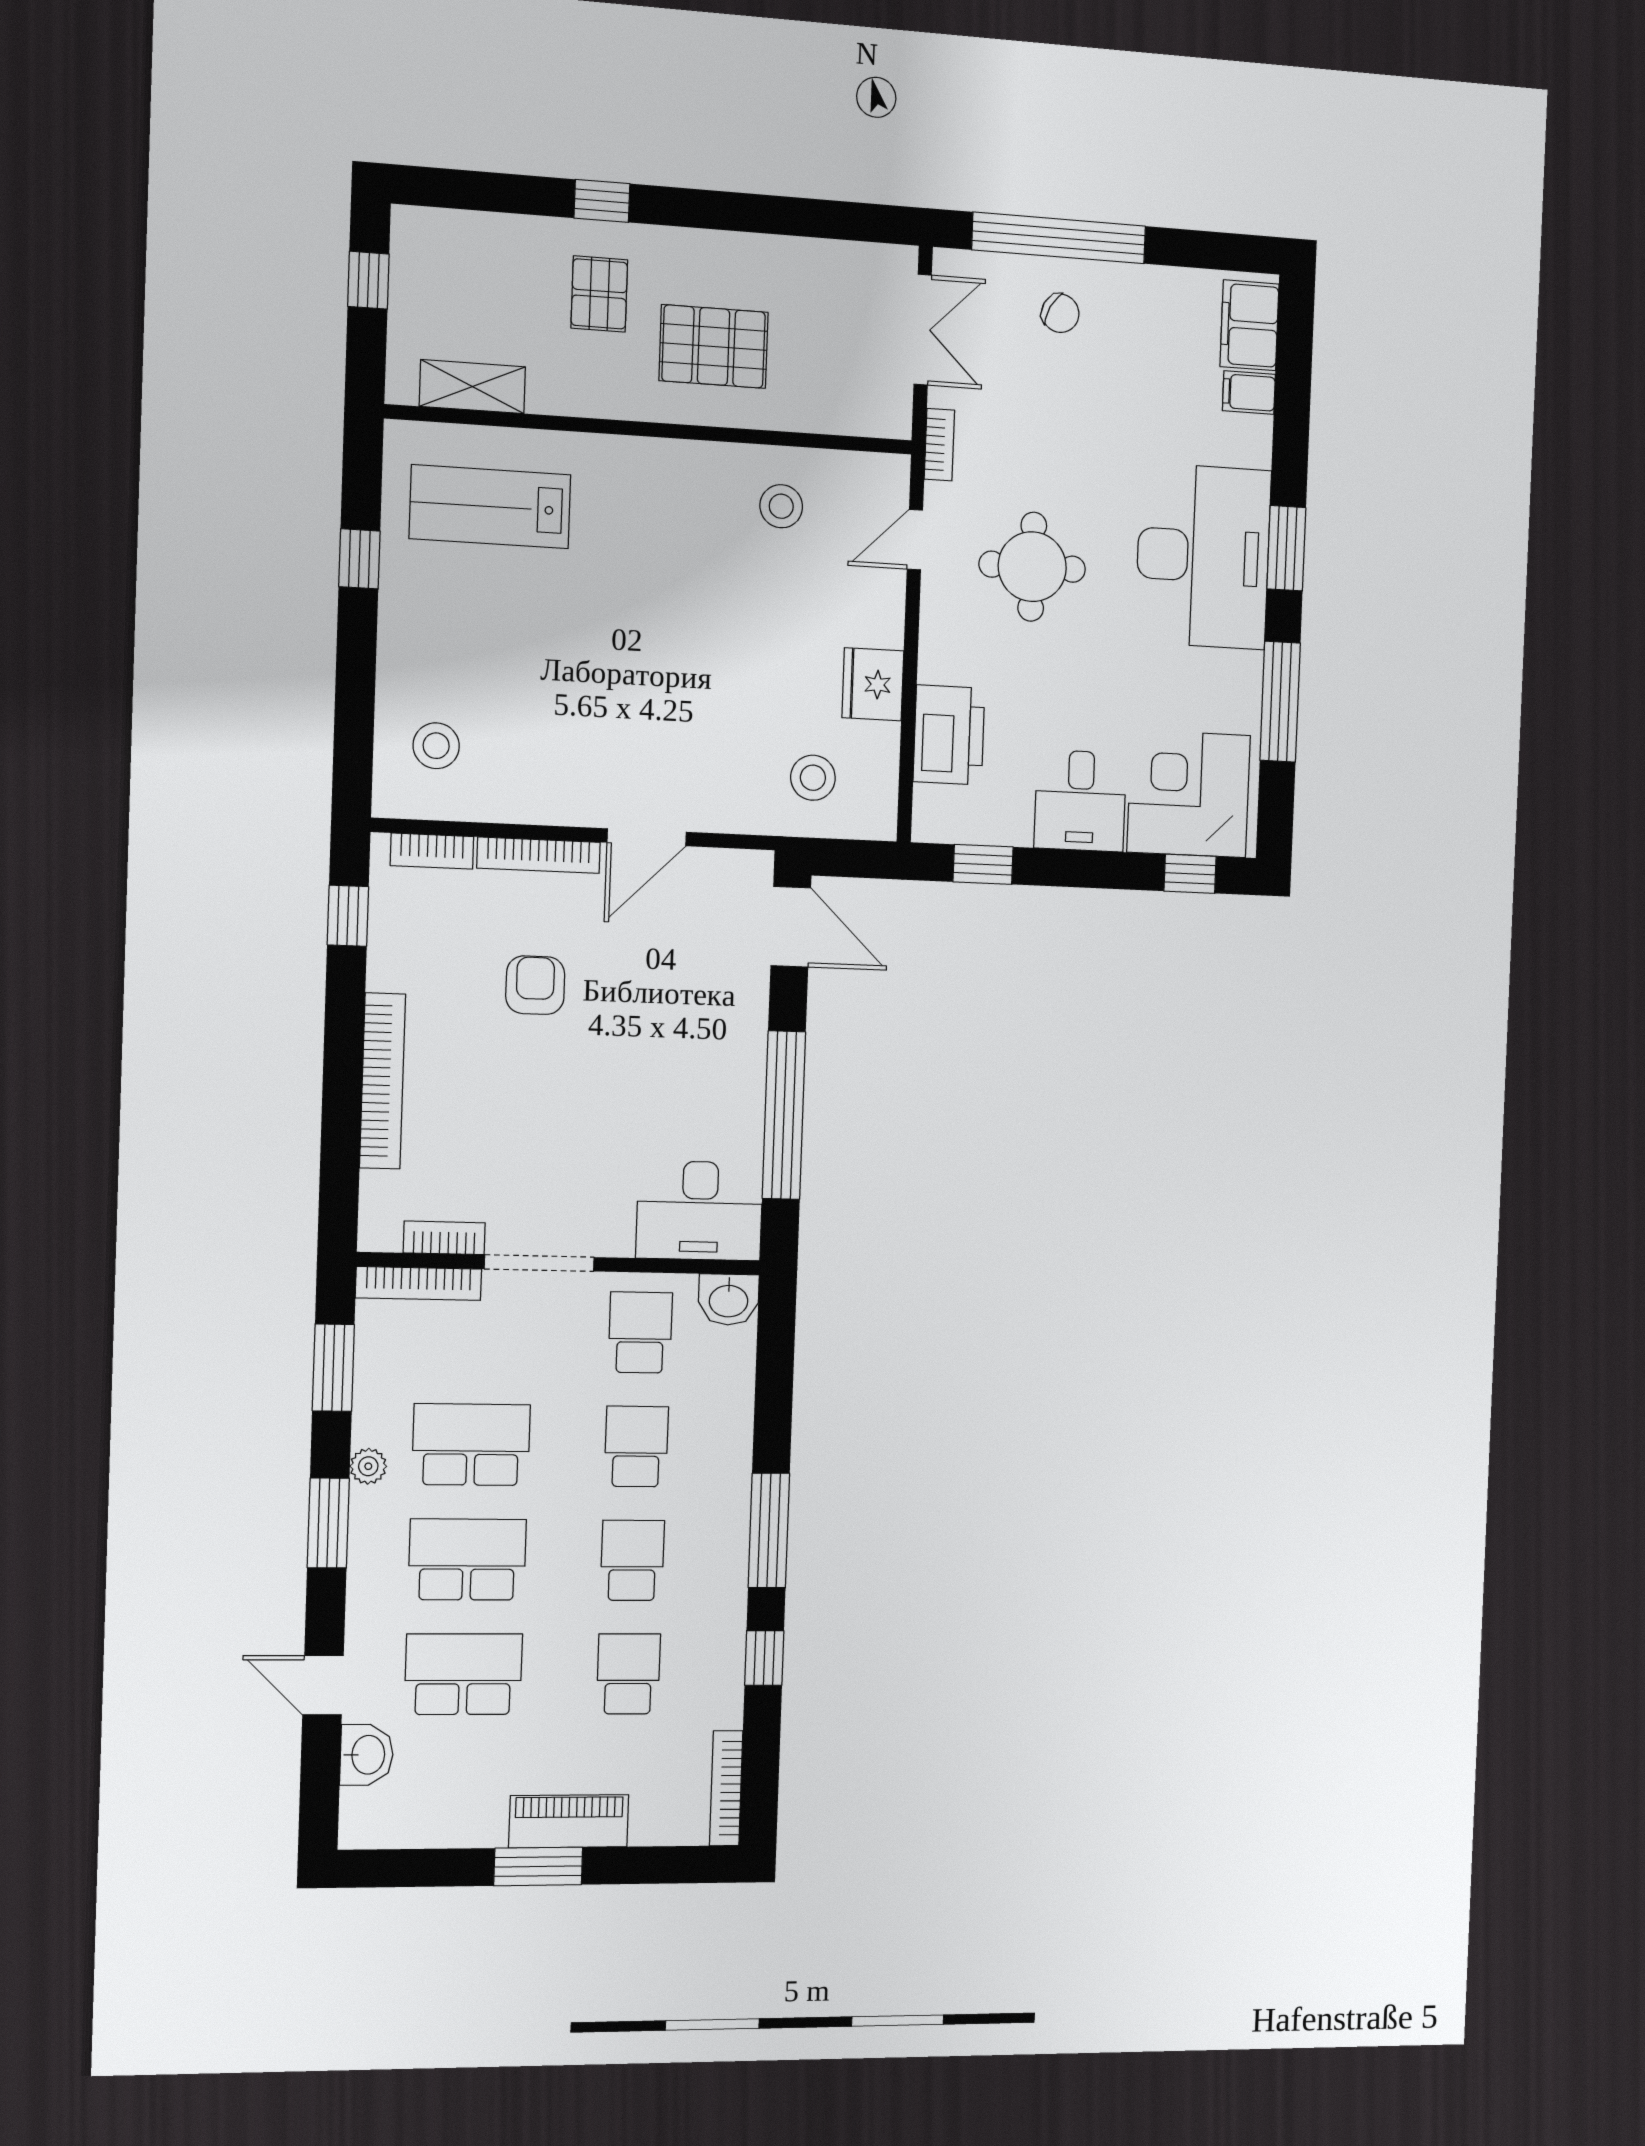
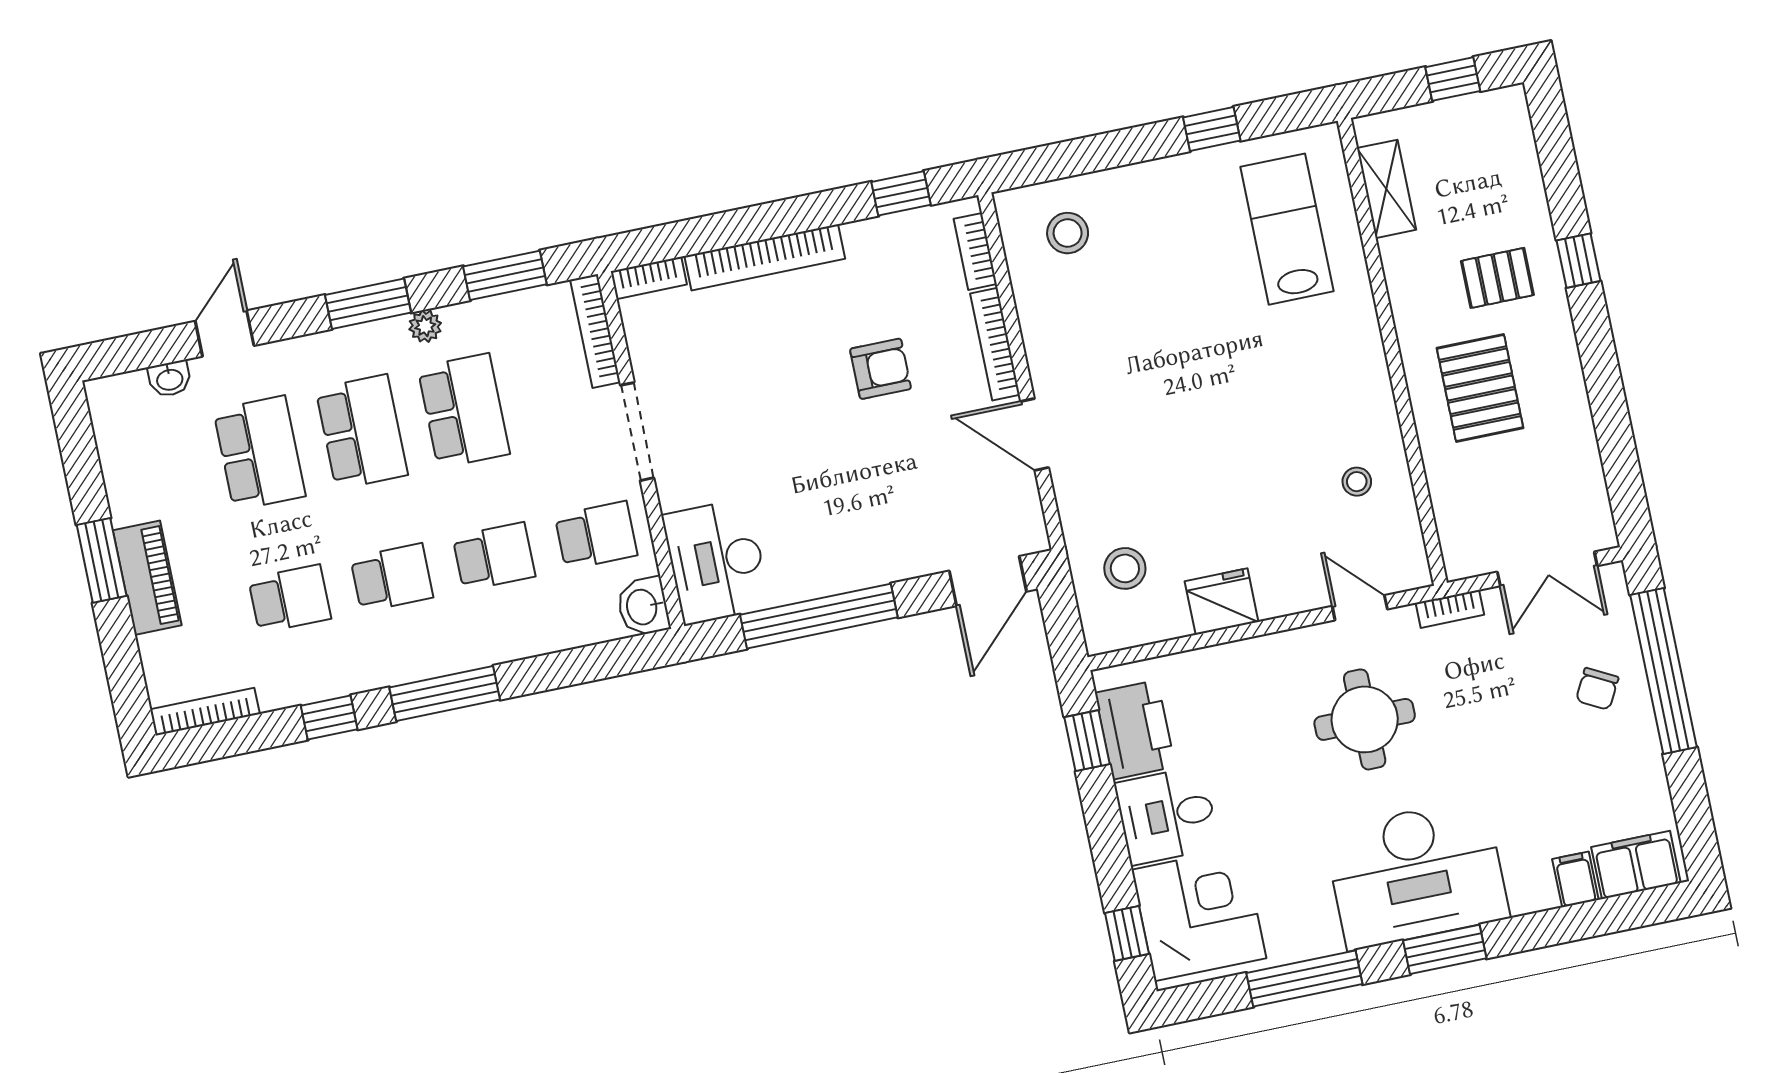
stool: (781, 506) -> (1357, 482), width x0.73, depth x0.73
printer: (949, 735) -> (1135, 730), moved, turned -90
bookcase: (444, 1238) -> (649, 278), moved, turned 90
washbasin: (367, 1755) -> (170, 379), width x0.72, depth x0.69

